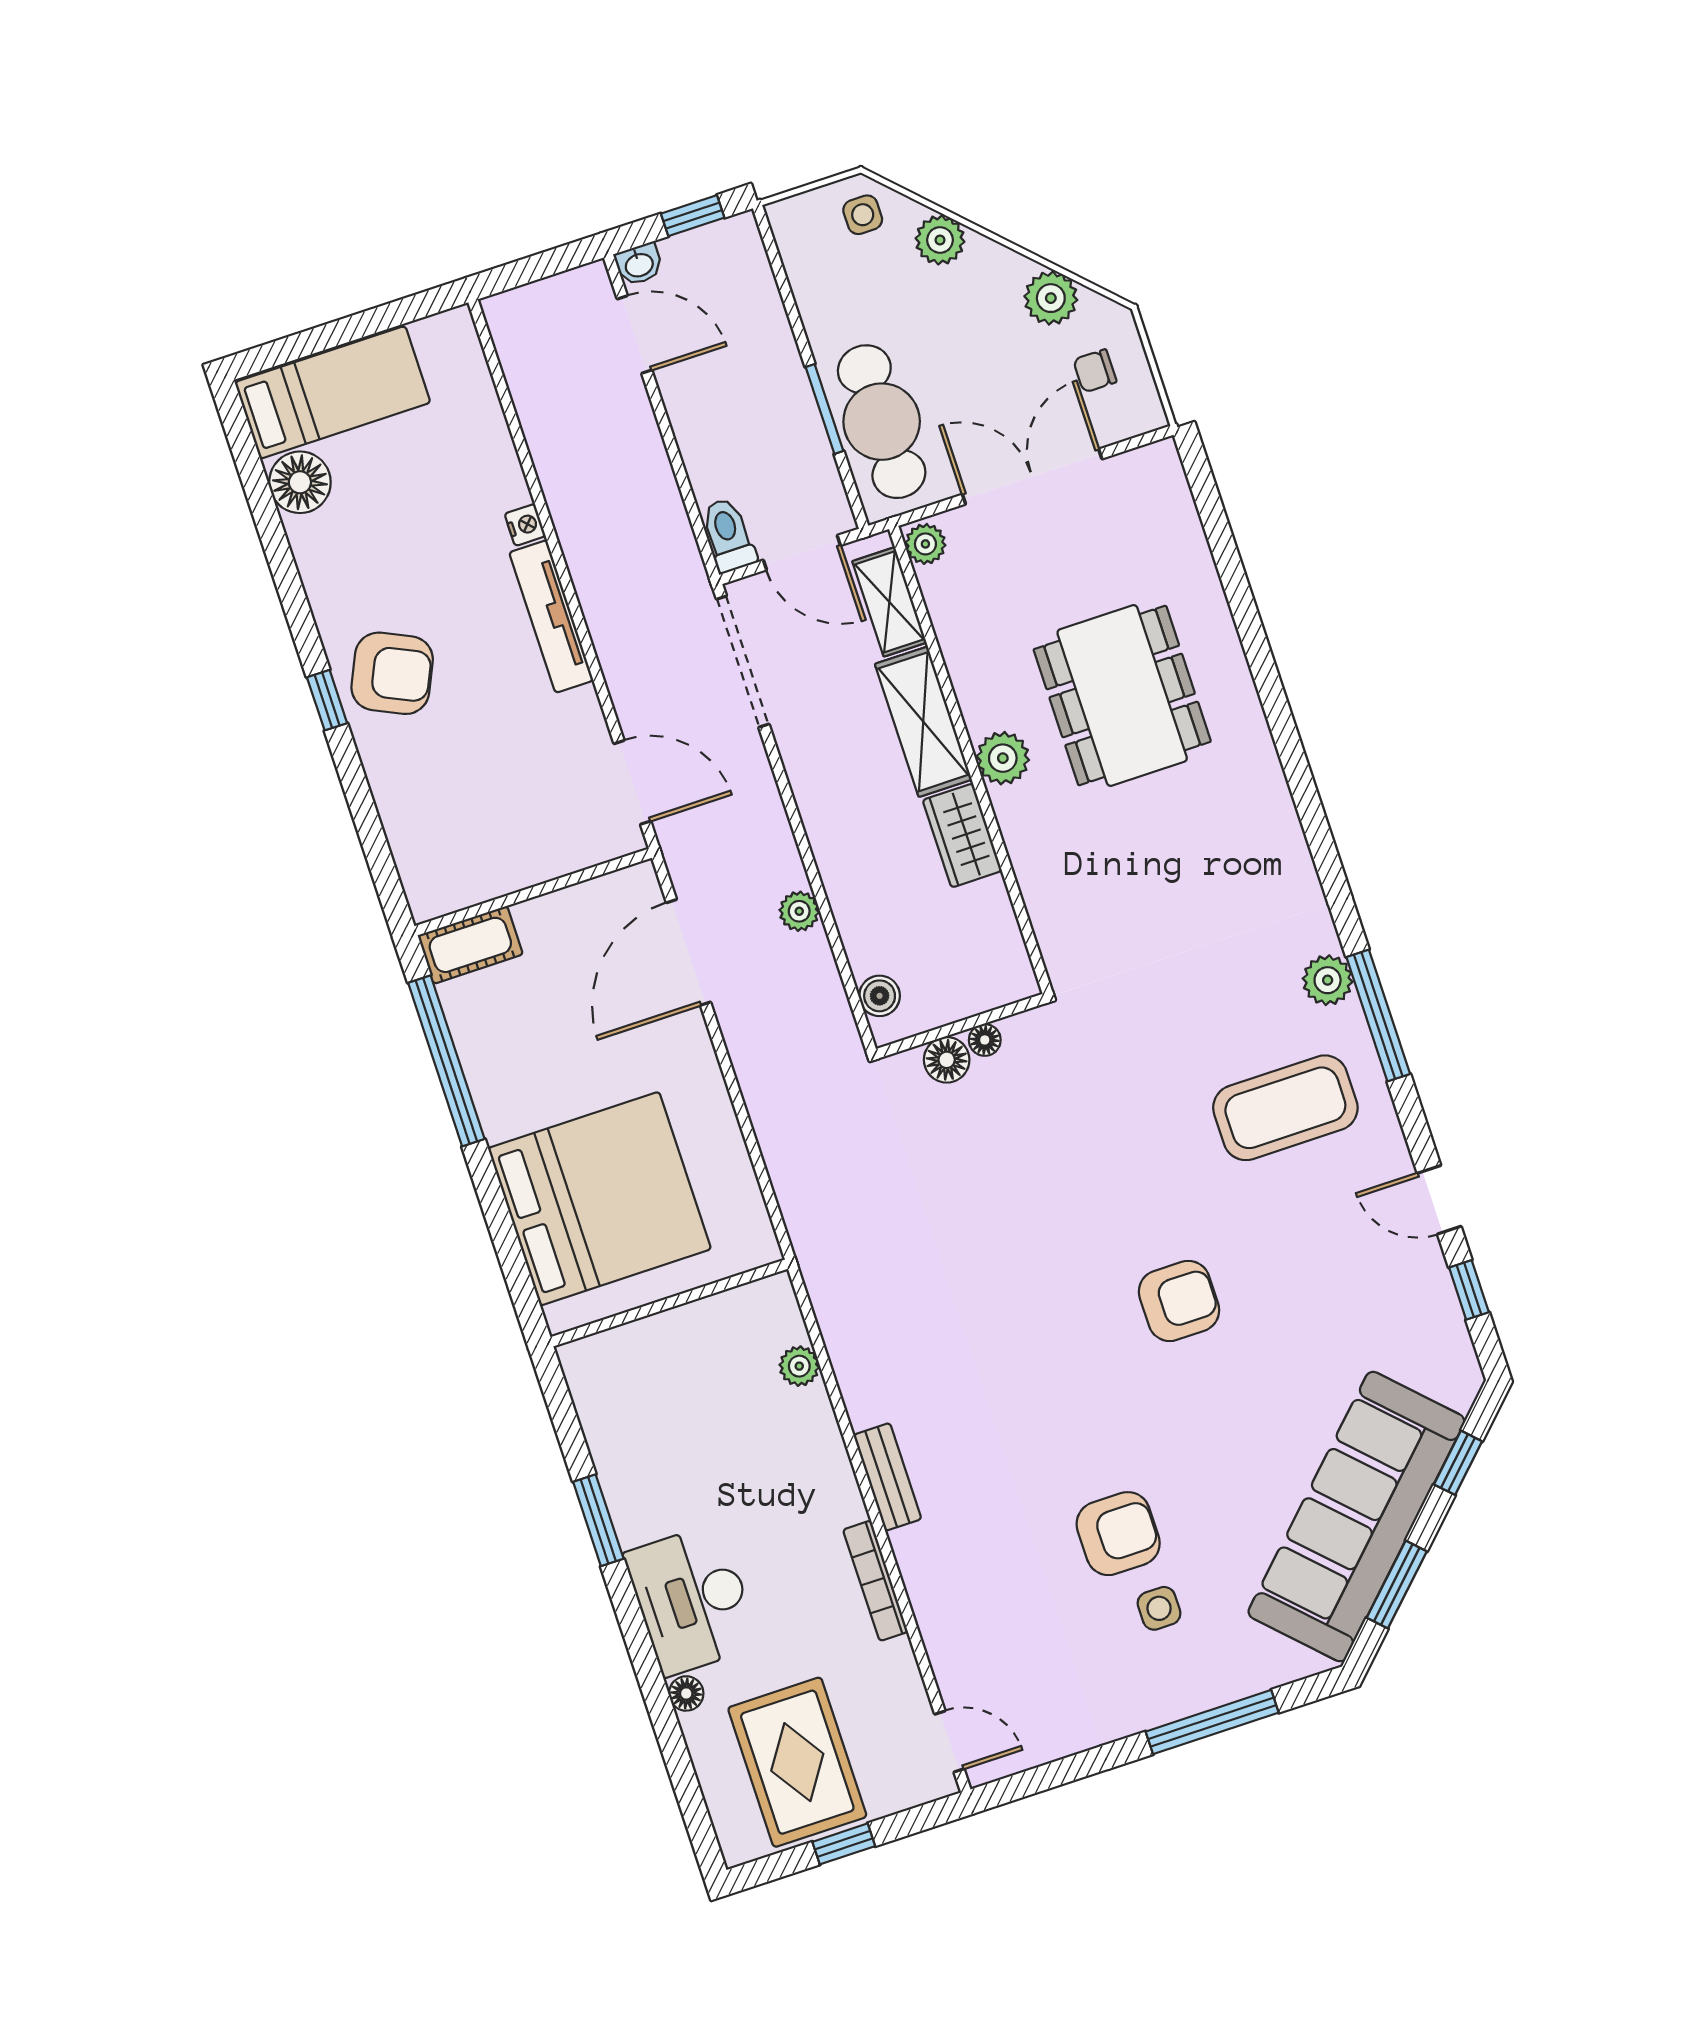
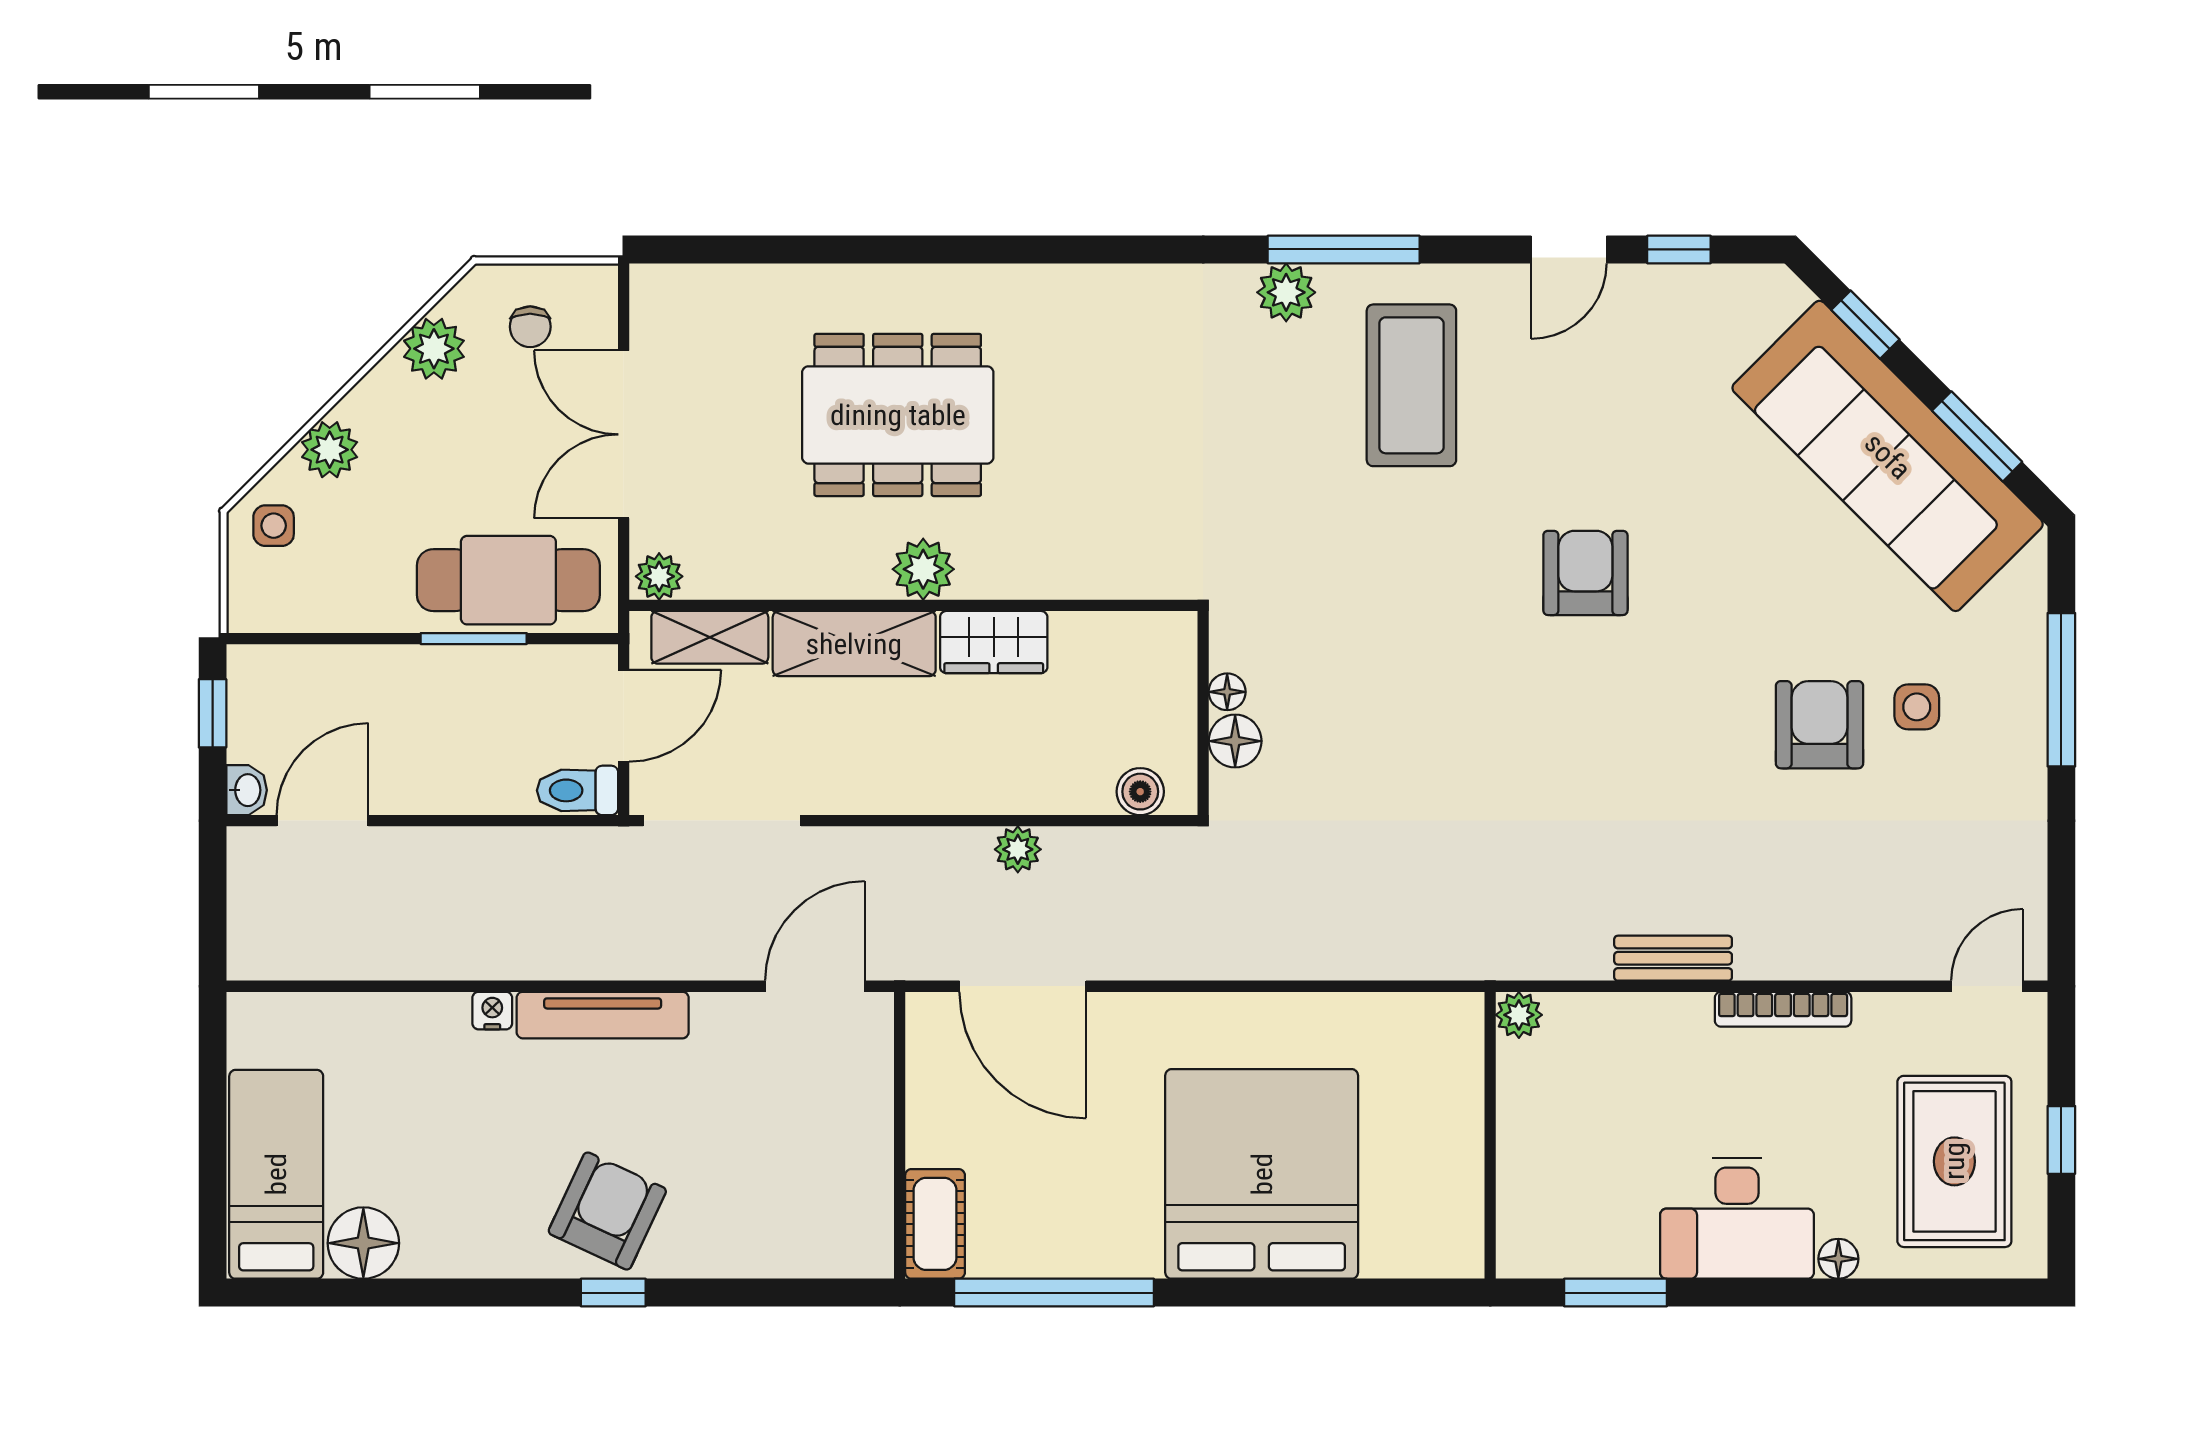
wall: (669, 1303) -> (1490, 1135), moved
rug: (797, 1762) -> (1954, 1161), turned 90

